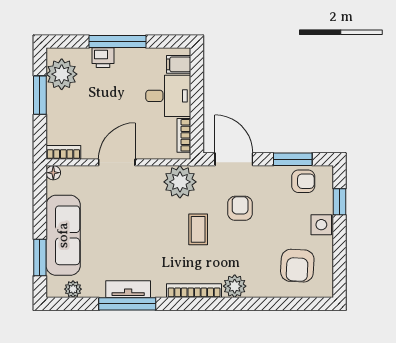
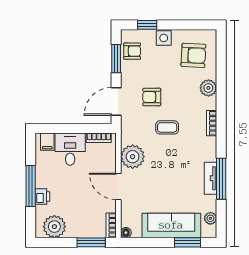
window: (40, 95) -> (91, 242), moved
armchair: (303, 181) -> (132, 51), turned 90
plant: (180, 182) -> (133, 157), moved
plant: (235, 286) -> (208, 88), moved
bookcase: (194, 291) -> (212, 123), width x0.64

